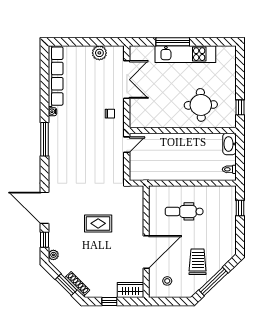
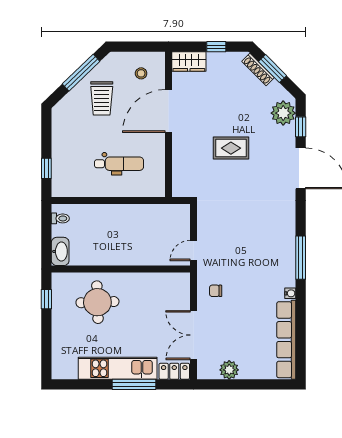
locker: (142, 52) -> (174, 371), added
plant: (53, 255) -> (283, 113), width x1.88, depth x1.88

